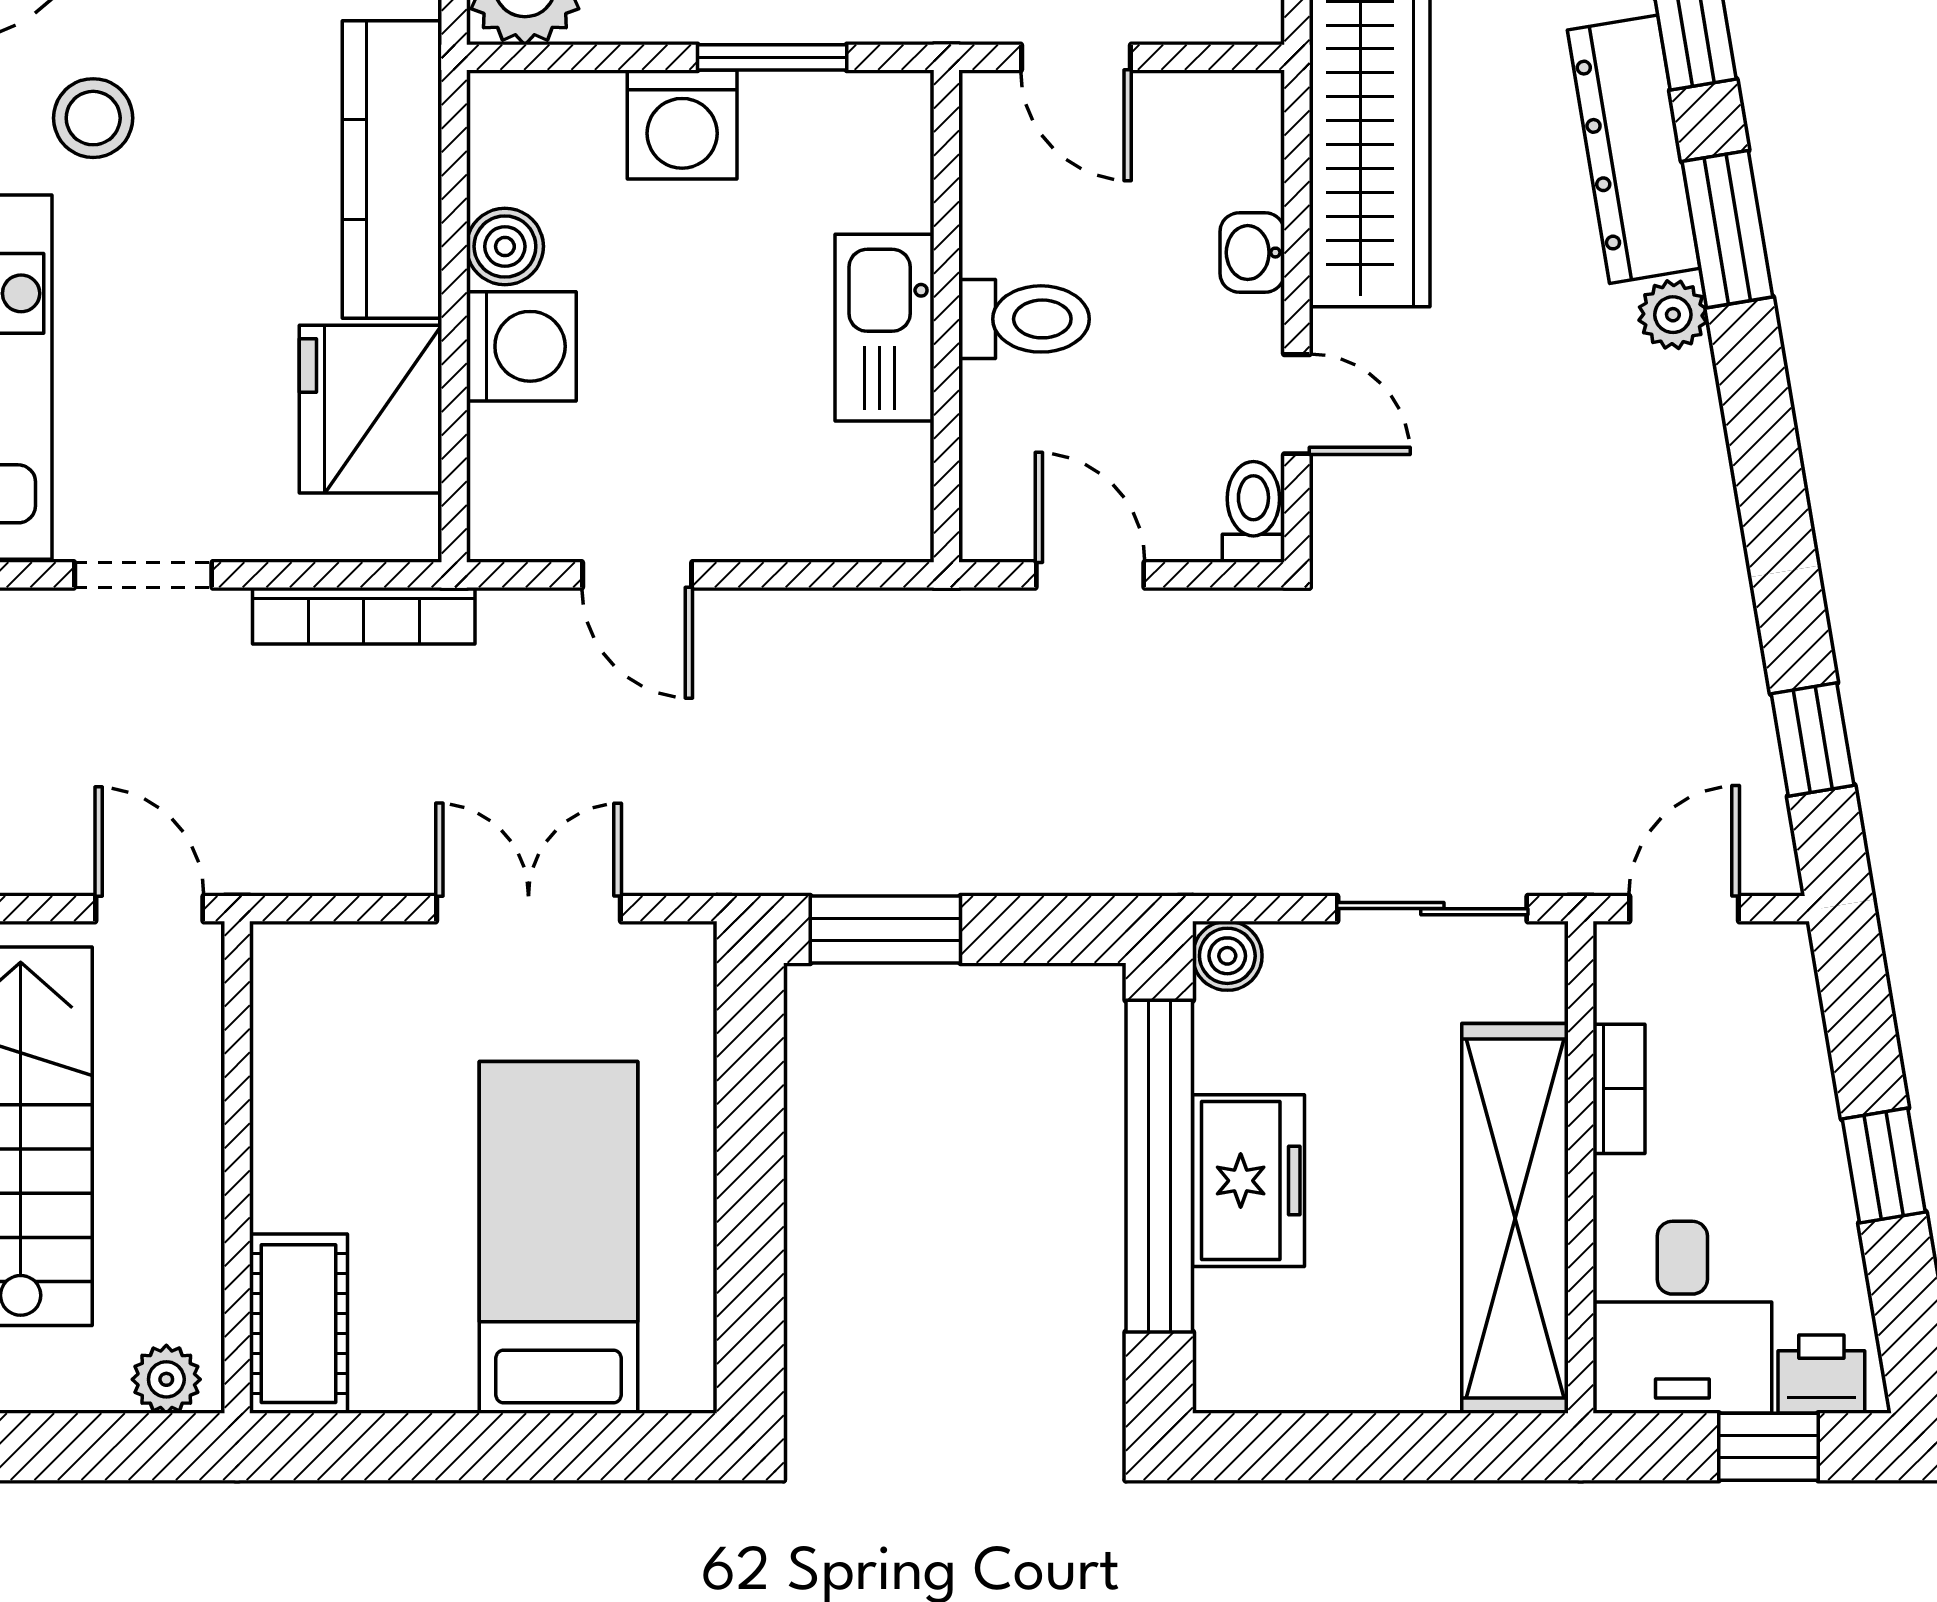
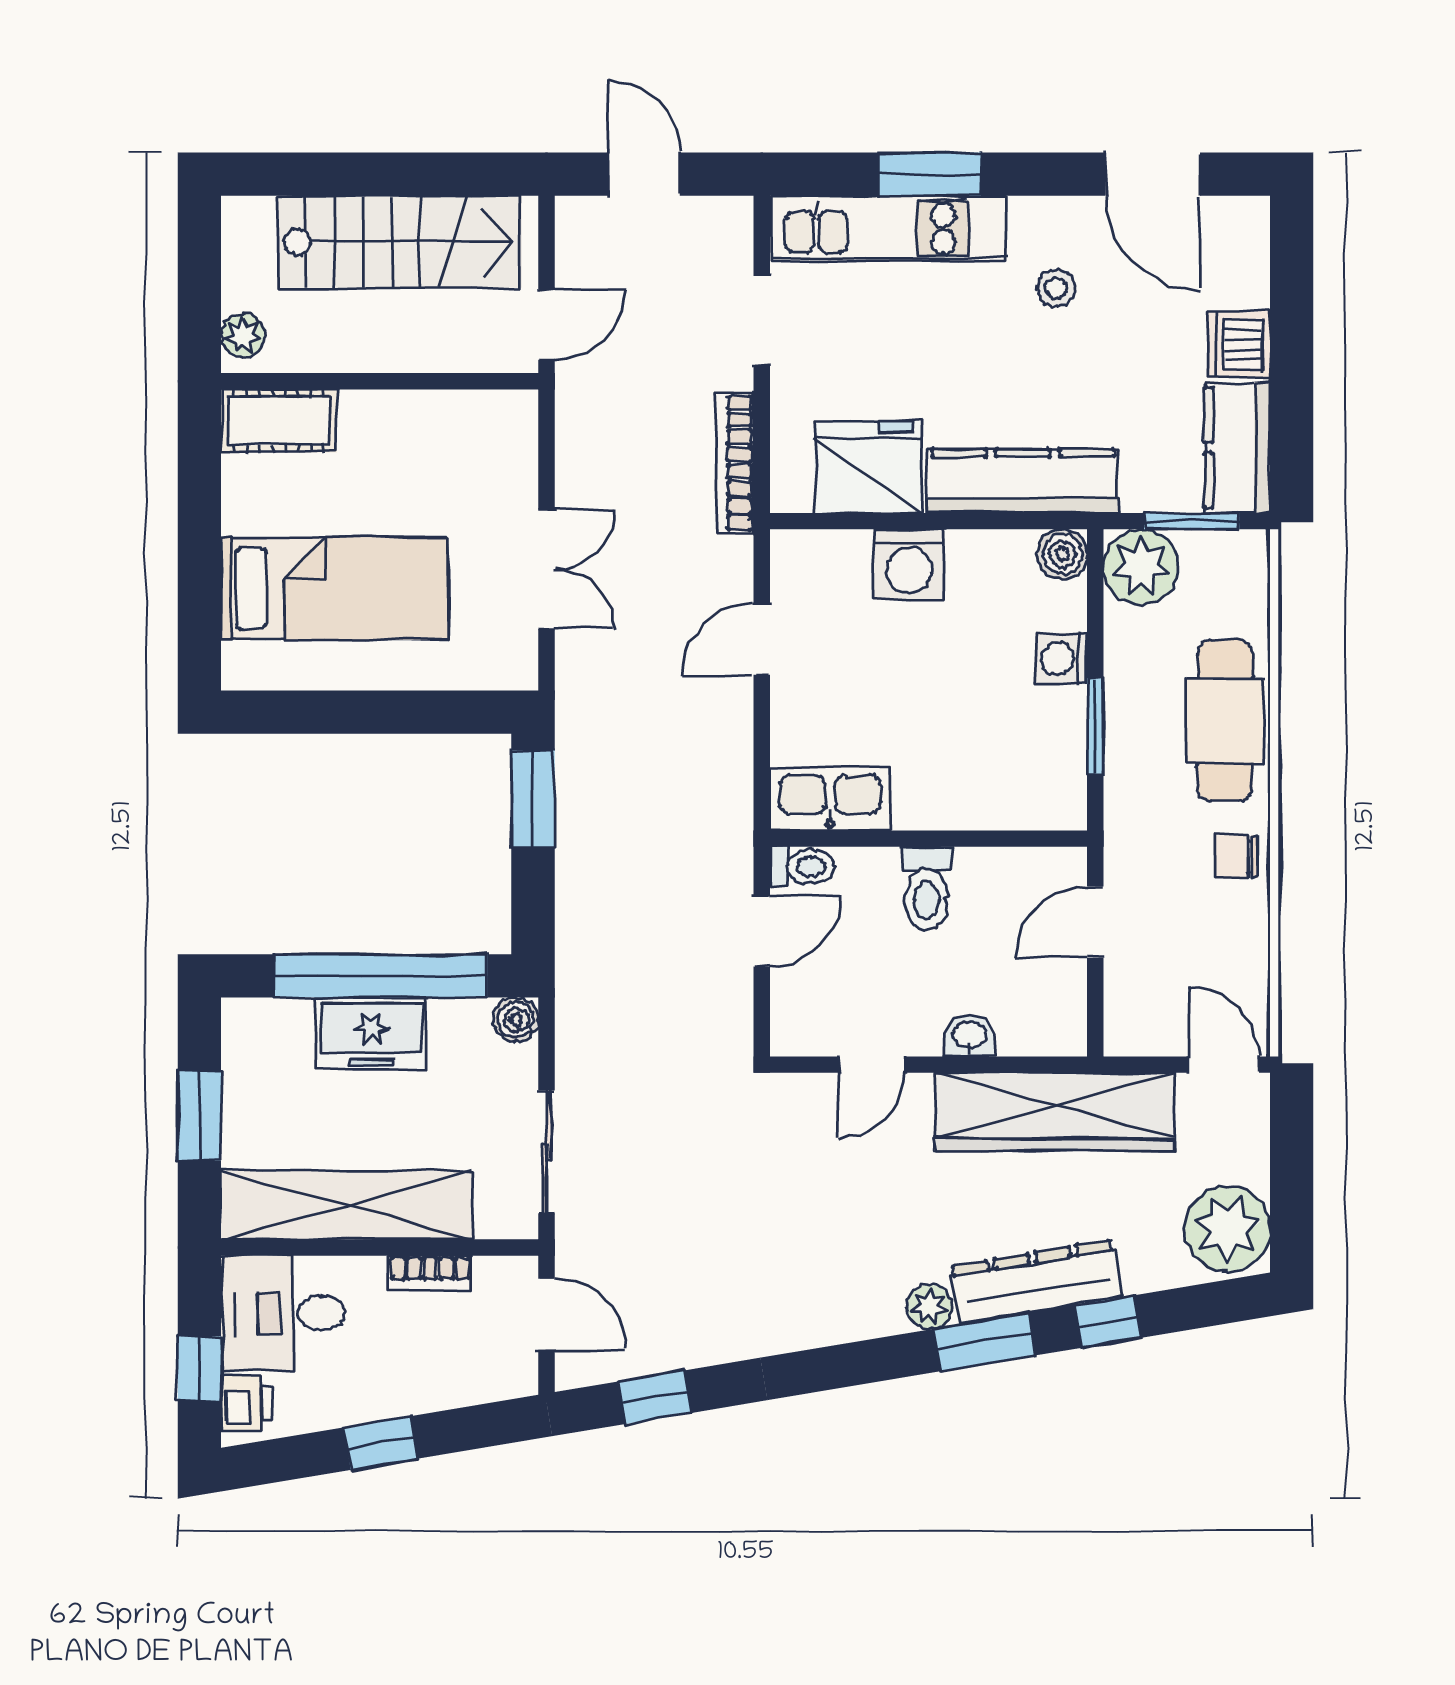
stool: (93, 118) -> (1056, 288), width x0.73, depth x0.73
washing machine: (682, 125) -> (1062, 659), width x0.73, depth x0.73
boiler: (505, 246) -> (1062, 554), moved
kitchen sink: (885, 328) -> (830, 799), moved
toilet: (1253, 512) -> (802, 867), moved
window: (1376, 1447) -> (199, 1115), added

